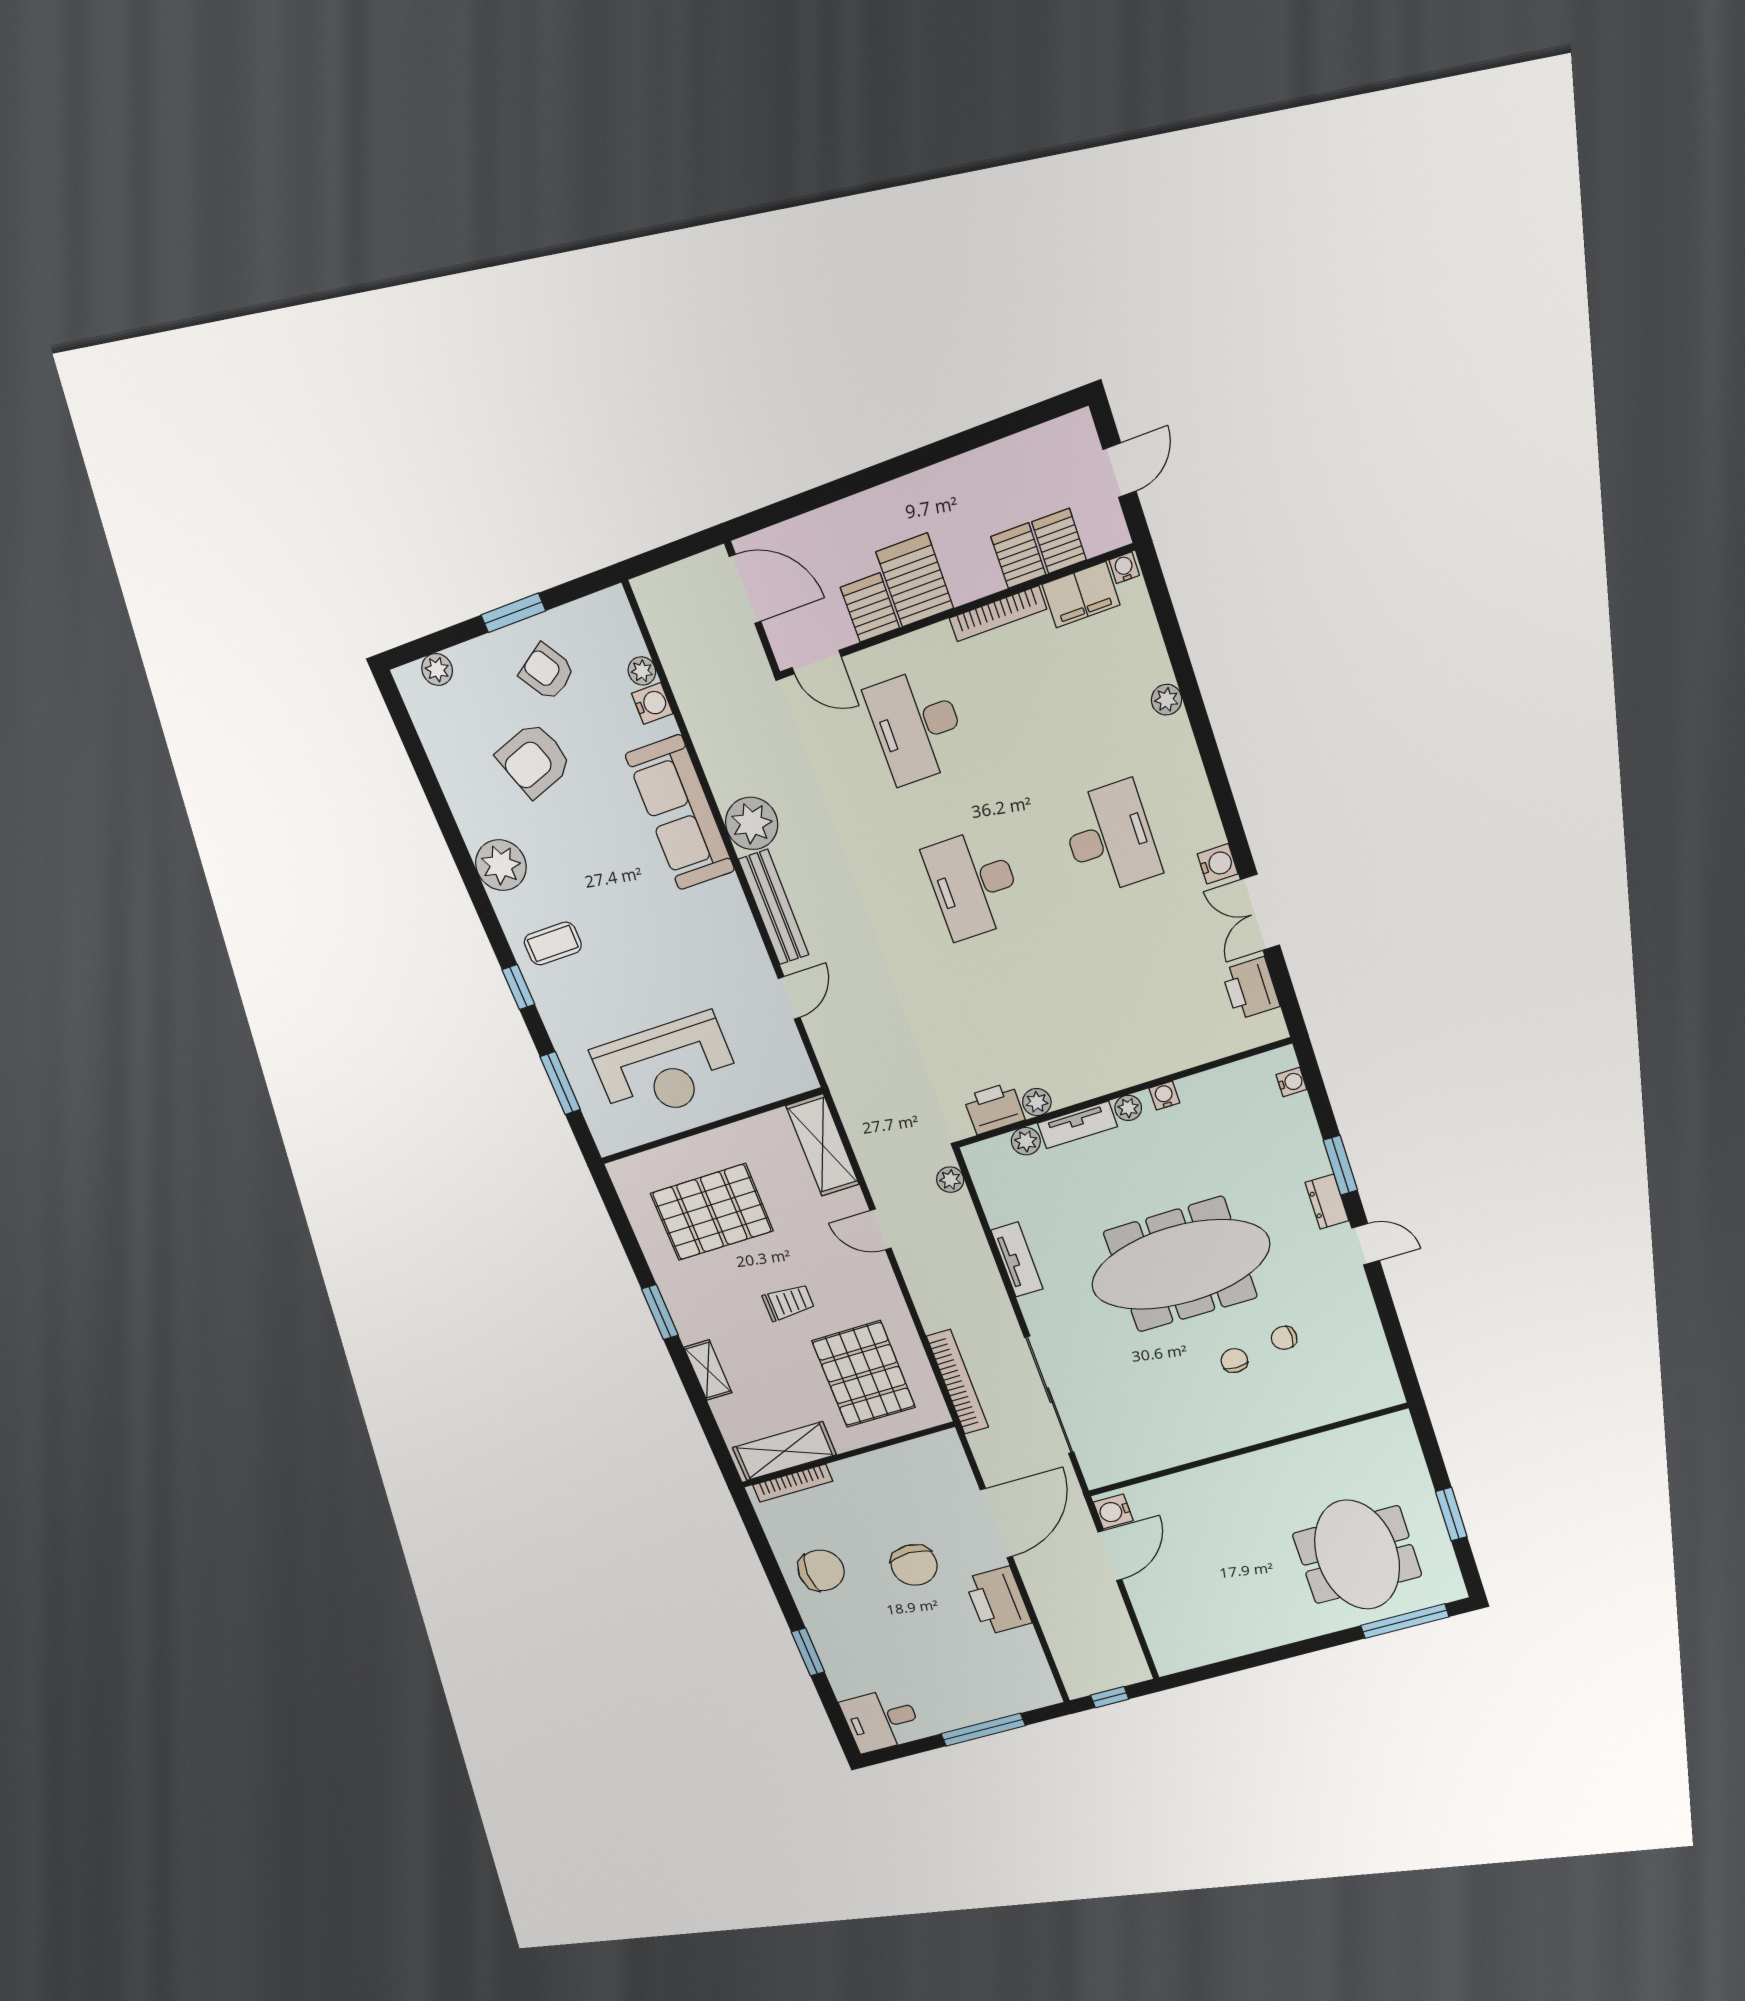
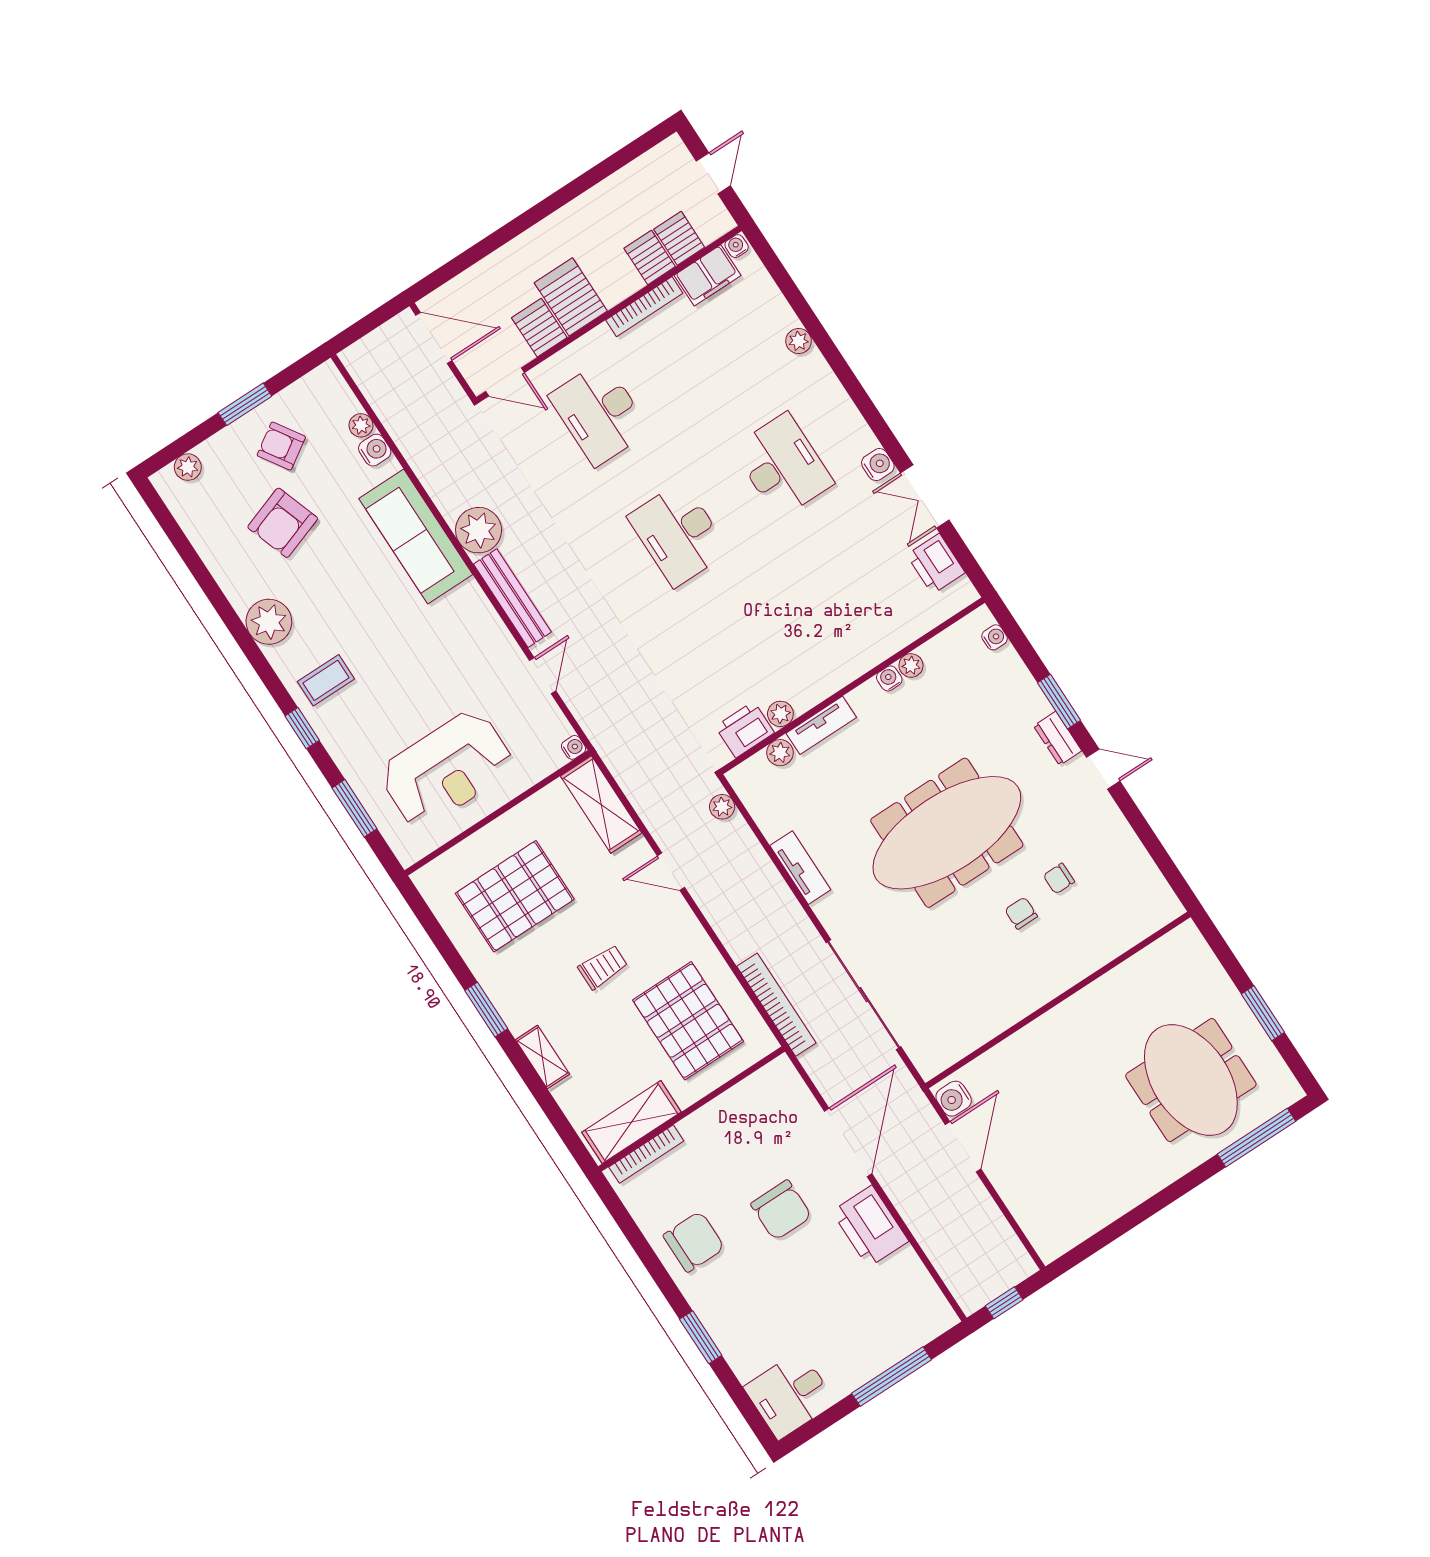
water cooler: (806, 1080) -> (573, 747), added
plant: (1128, 1108) -> (911, 665), moved

